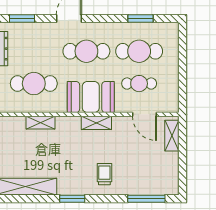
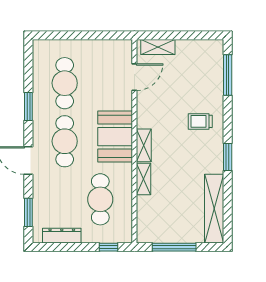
window: (140, 18) -> (28, 107), moved
cafe table: (139, 84) -> (100, 83), removed
shelving: (41, 123) -> (143, 179), moved
shelving: (96, 123) -> (144, 145), moved

